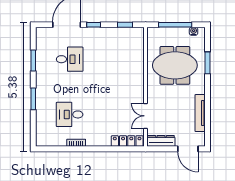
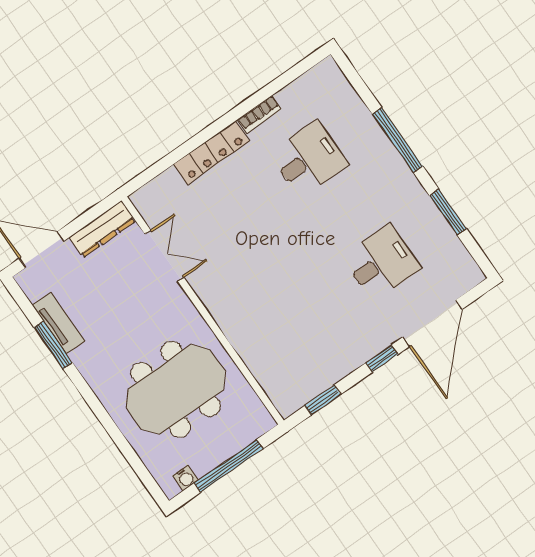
desk: (70, 59) -> (381, 263), turned 180
window: (208, 63) -> (53, 345), moved
window: (33, 99) -> (398, 140), width x1.44
tv unit: (200, 113) -> (59, 323), width x0.71
locker: (127, 141) -> (211, 153), moved

